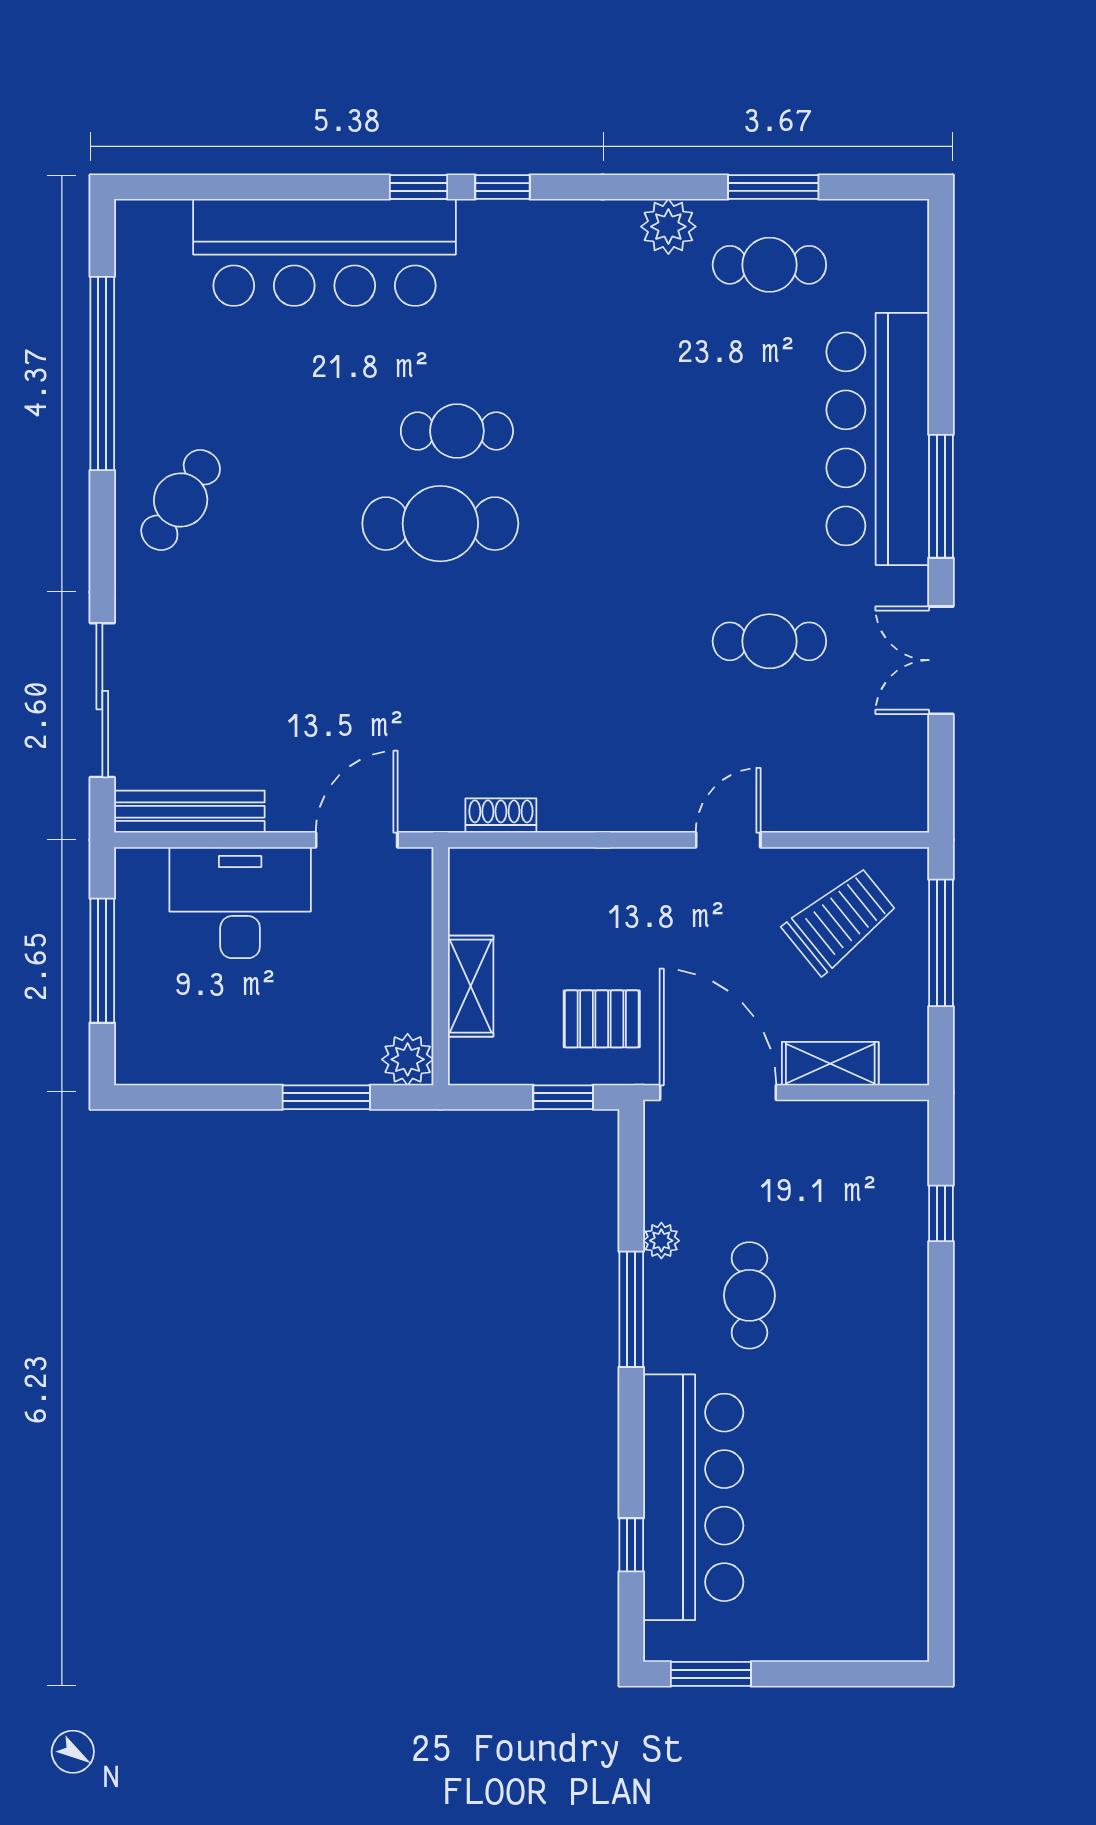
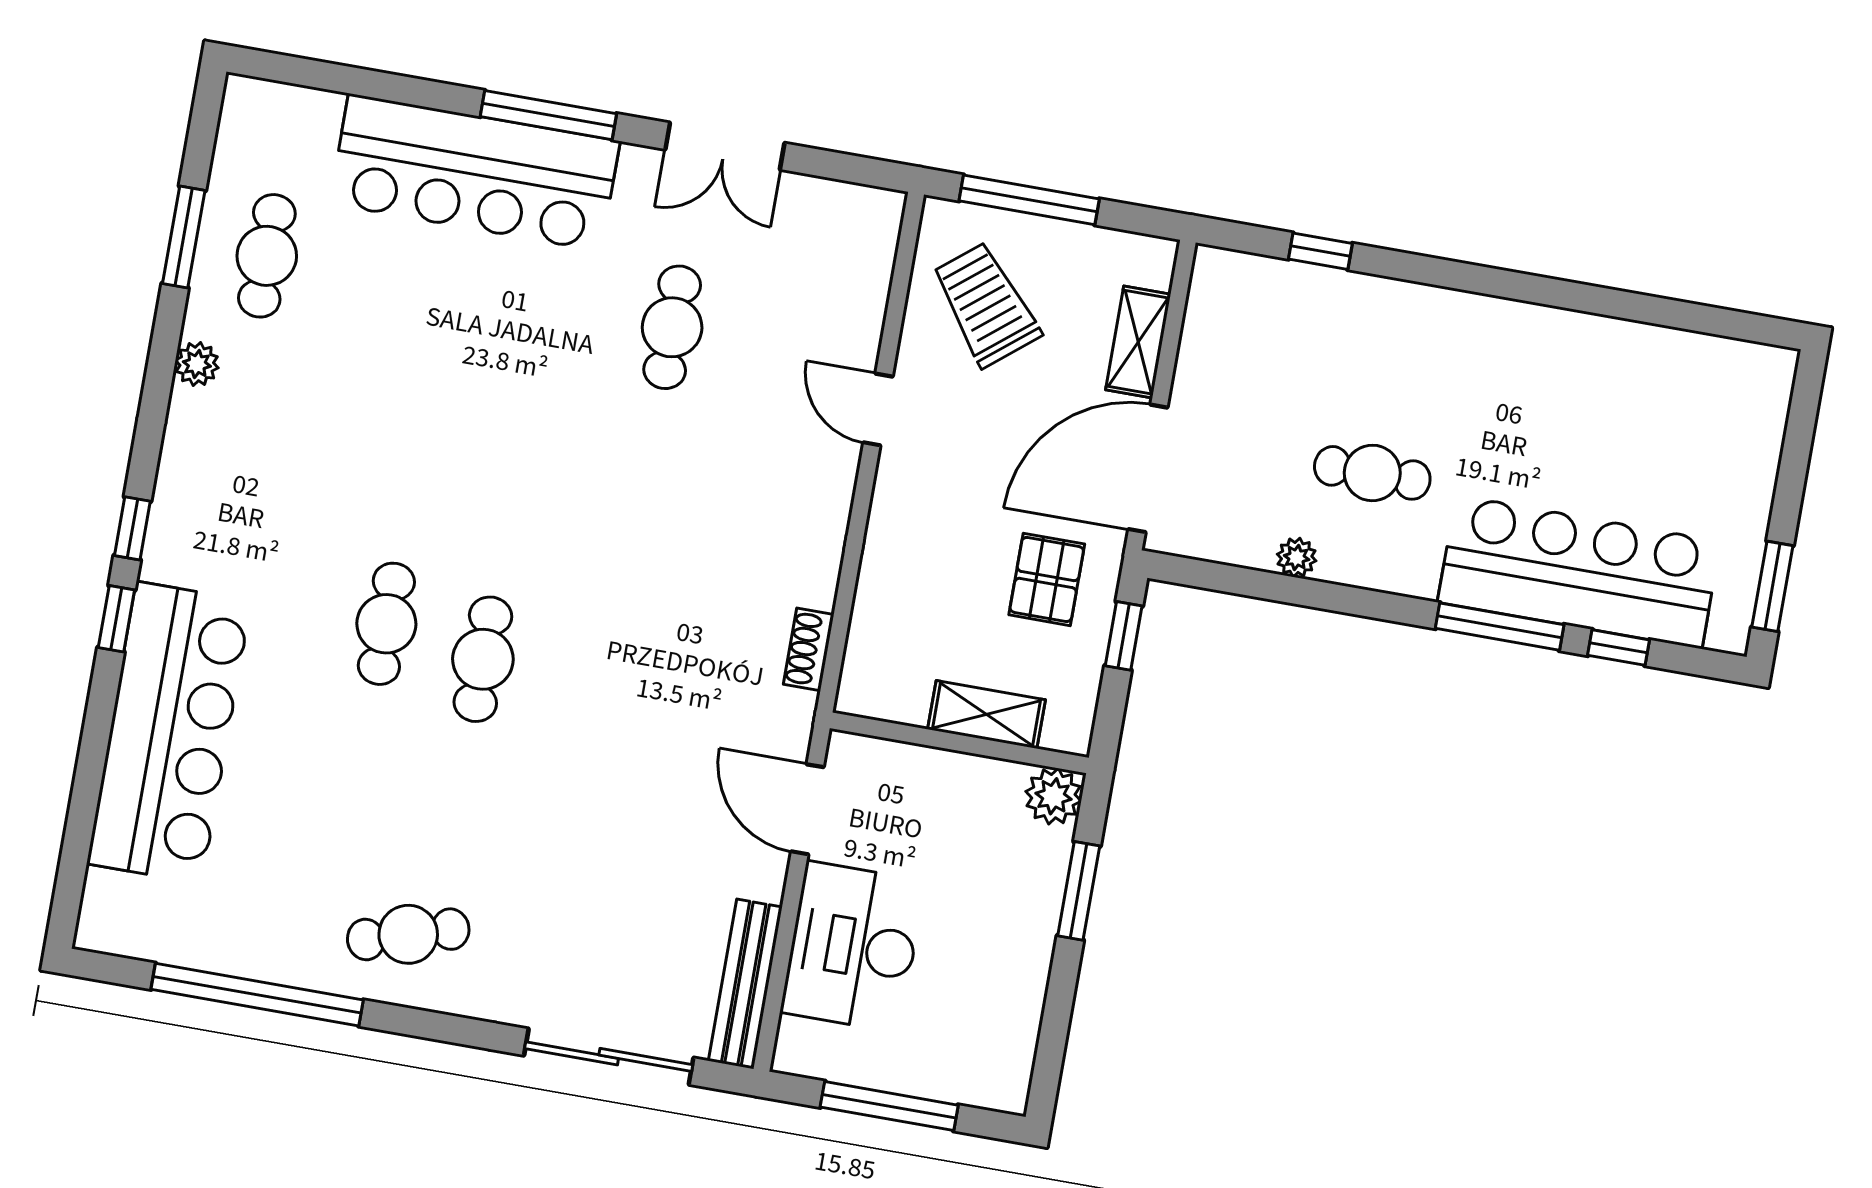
plant: (668, 227) -> (197, 364), width x0.73, depth x0.73
cafe table: (181, 500) -> (408, 934), turned -50
cafe table: (440, 524) -> (483, 659), width x0.73, depth x0.74
window: (631, 1309) -> (1500, 627), moved

